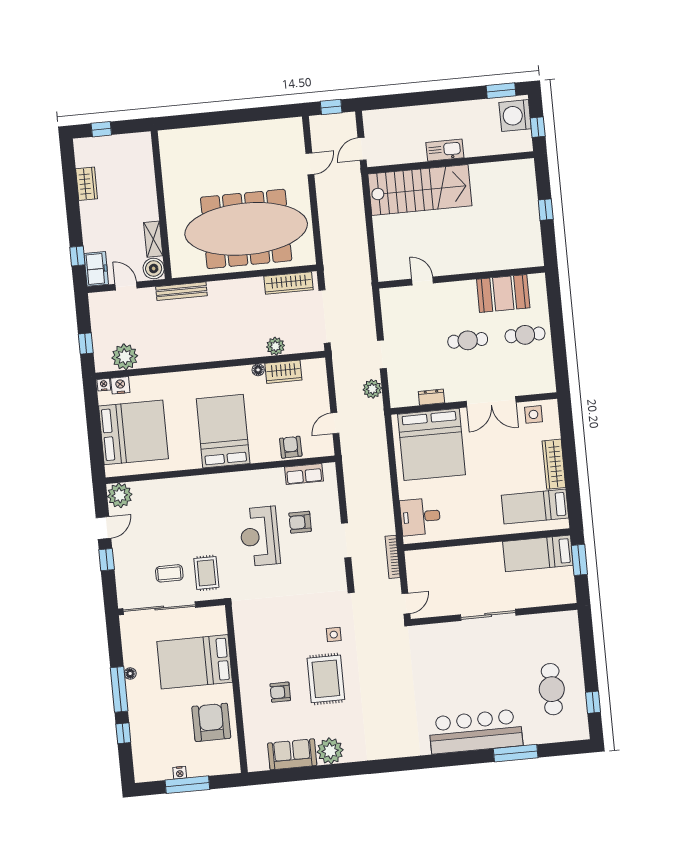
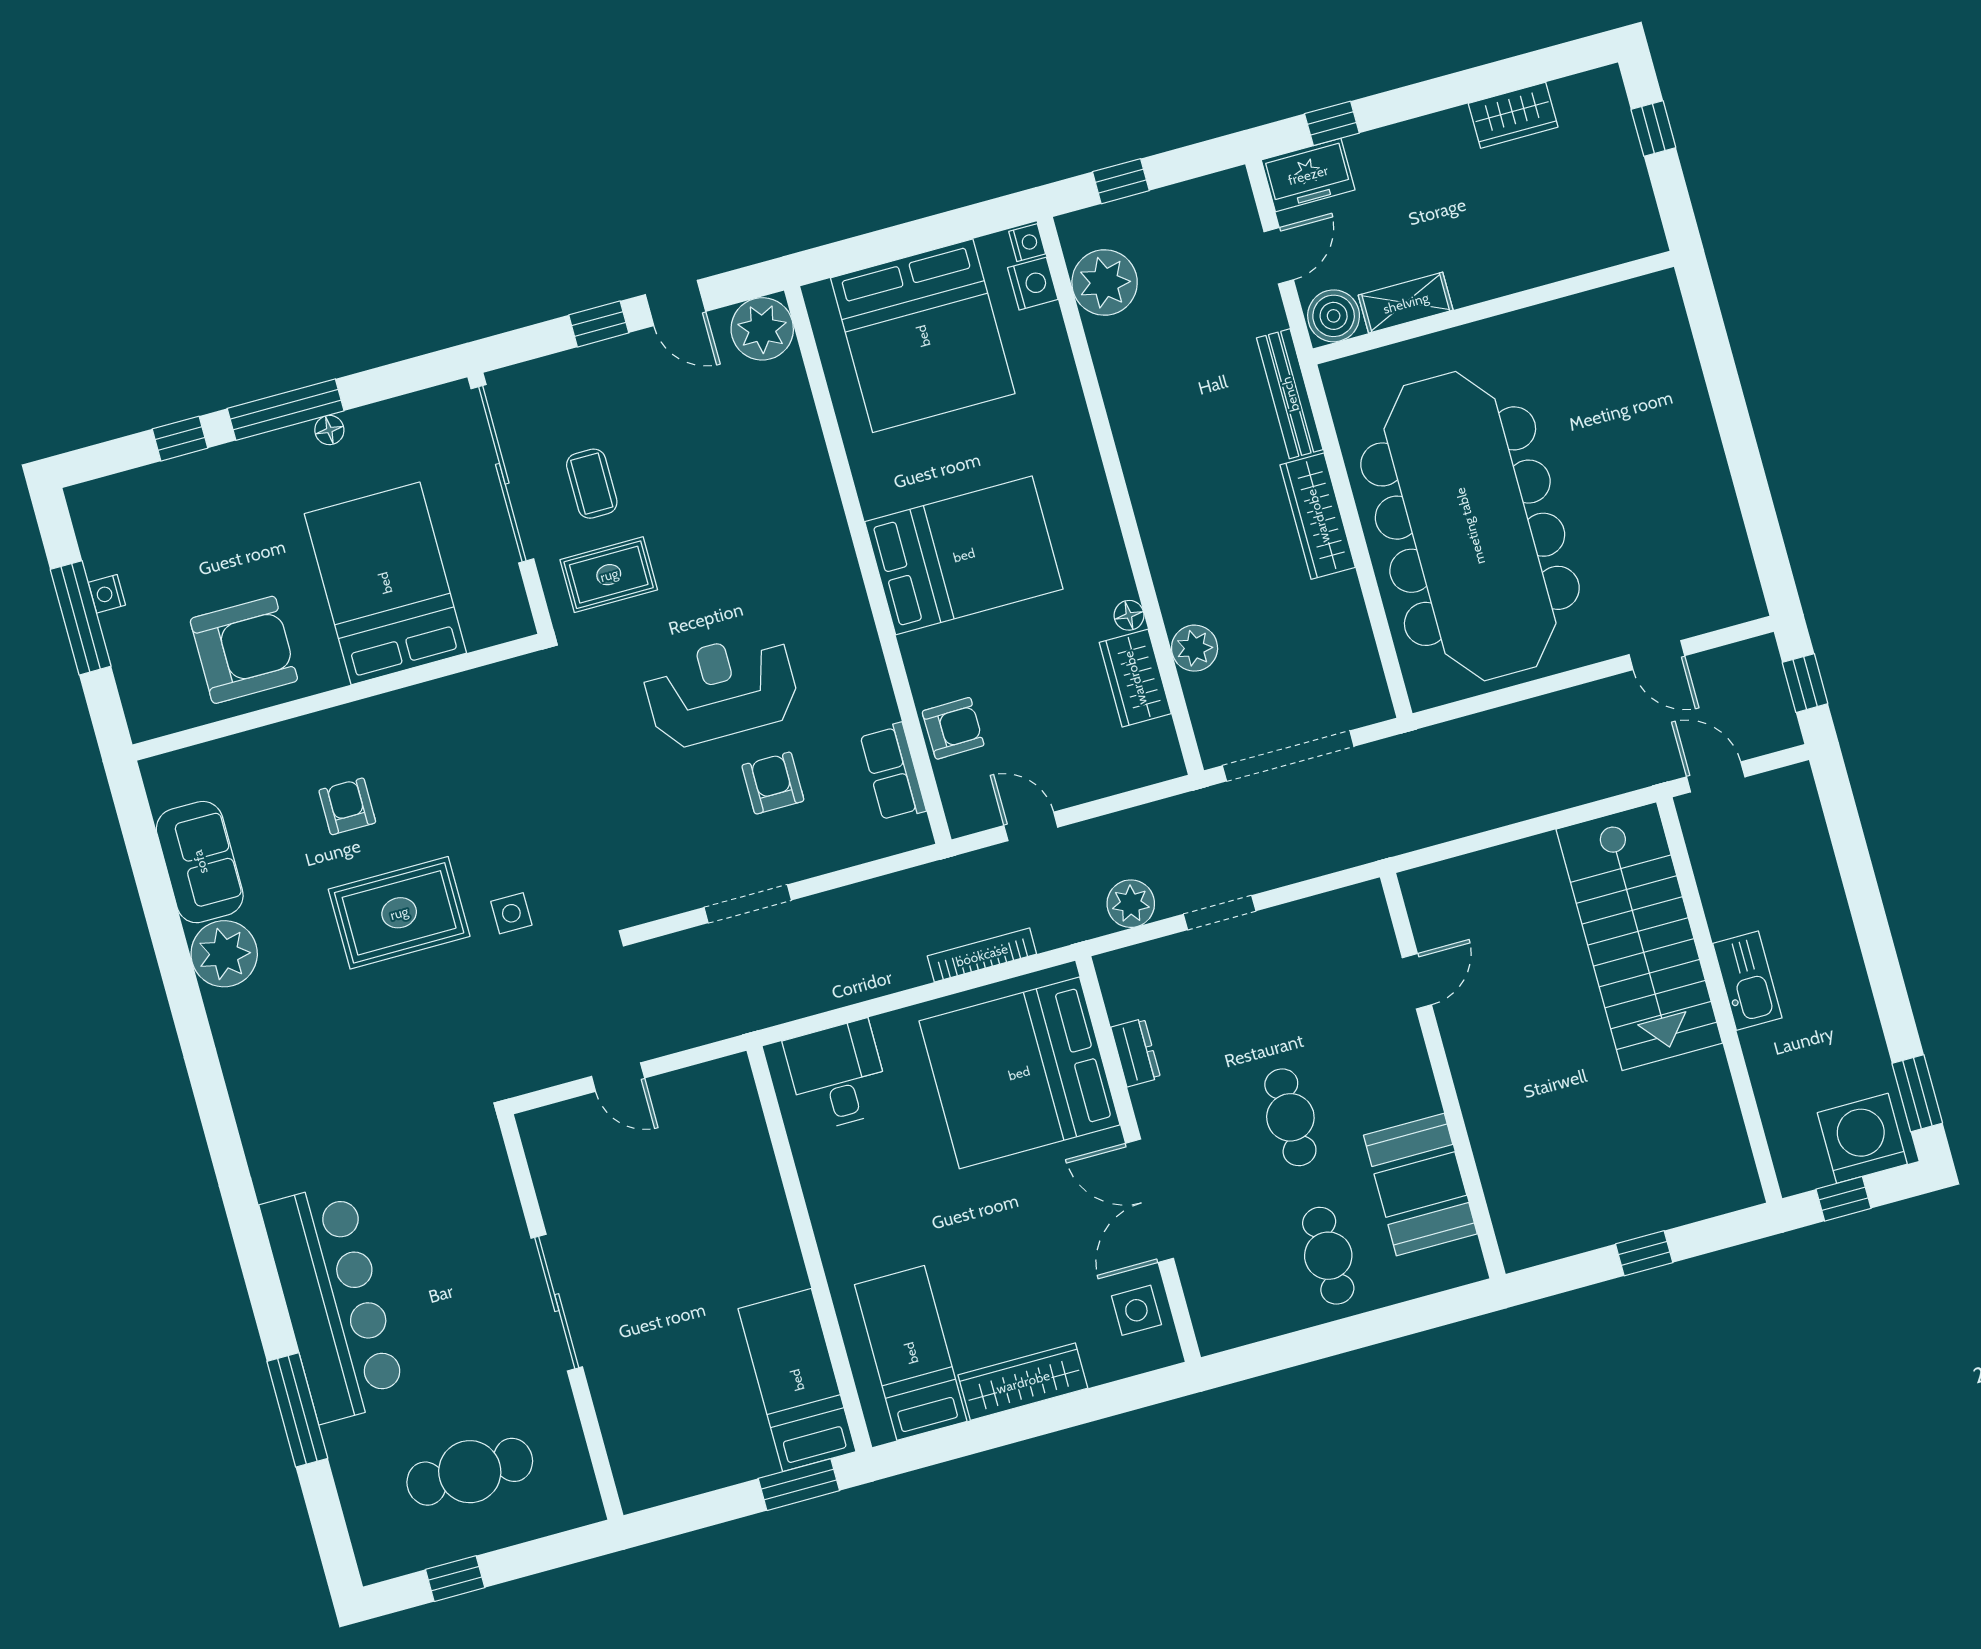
wardrobe: (289, 283) -> (1318, 516), moved
bookcase: (393, 557) -> (982, 955), moved
wall: (494, 614) -> (561, 1317), moved
sliding door: (488, 615) -> (557, 1303), moved

